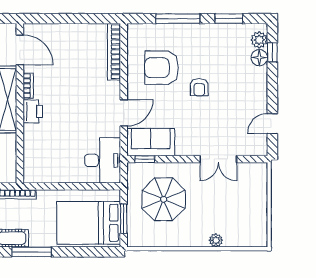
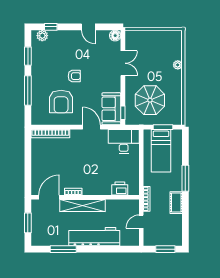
floor lamp: (259, 58) -> (115, 36), moved
printer: (33, 111) -> (120, 189), moved
door: (272, 124) -> (88, 27), moved
bed: (89, 223) -> (161, 151), width x0.67
window: (32, 252) -> (185, 178), moved

